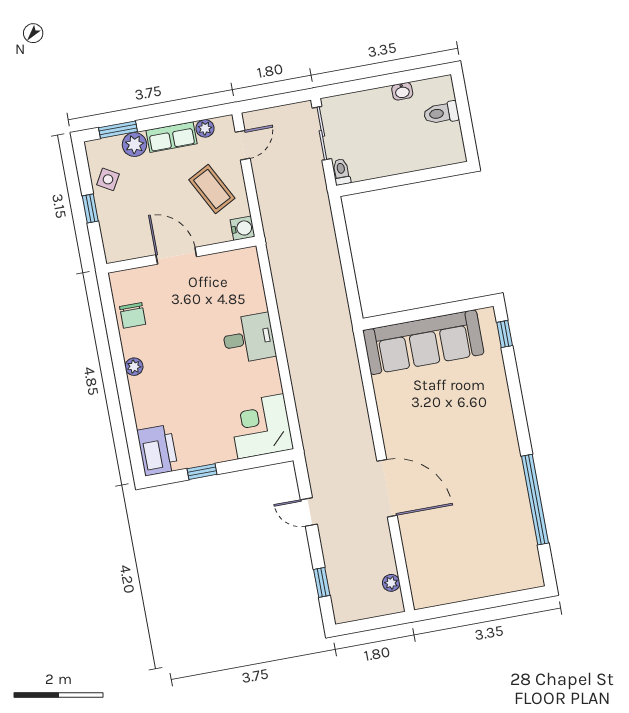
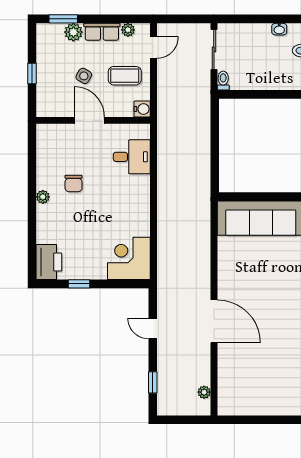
side table: (108, 179) -> (84, 76), moved
coffee table: (212, 189) -> (125, 76), turned -62
chair: (133, 315) -> (74, 183), moved
desk: (249, 338) -> (132, 157), moved

